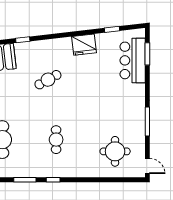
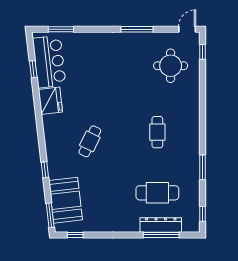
bar counter: (133, 60) -> (49, 62), moved, turned -97
cafe table: (48, 80) -> (90, 141), turned 55
cafe table: (56, 140) -> (157, 132), turned 90
window: (53, 180) -> (202, 52), moved

